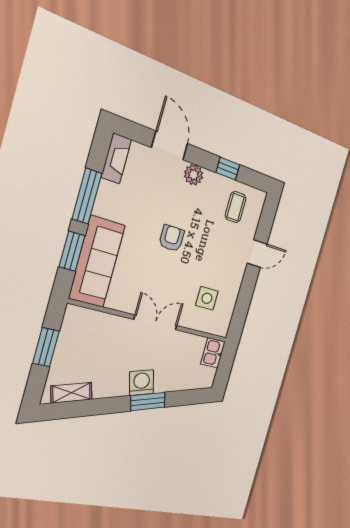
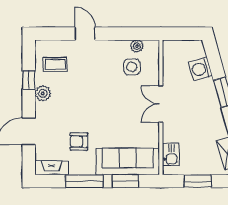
plant: (194, 175) -> (43, 93), moved
armchair: (172, 238) -> (79, 141), moved
plant: (227, 310) -> (137, 46), added
kitchen sink: (213, 353) -> (171, 154), moved, turned -90
washing machine: (142, 383) -> (200, 69), moved

